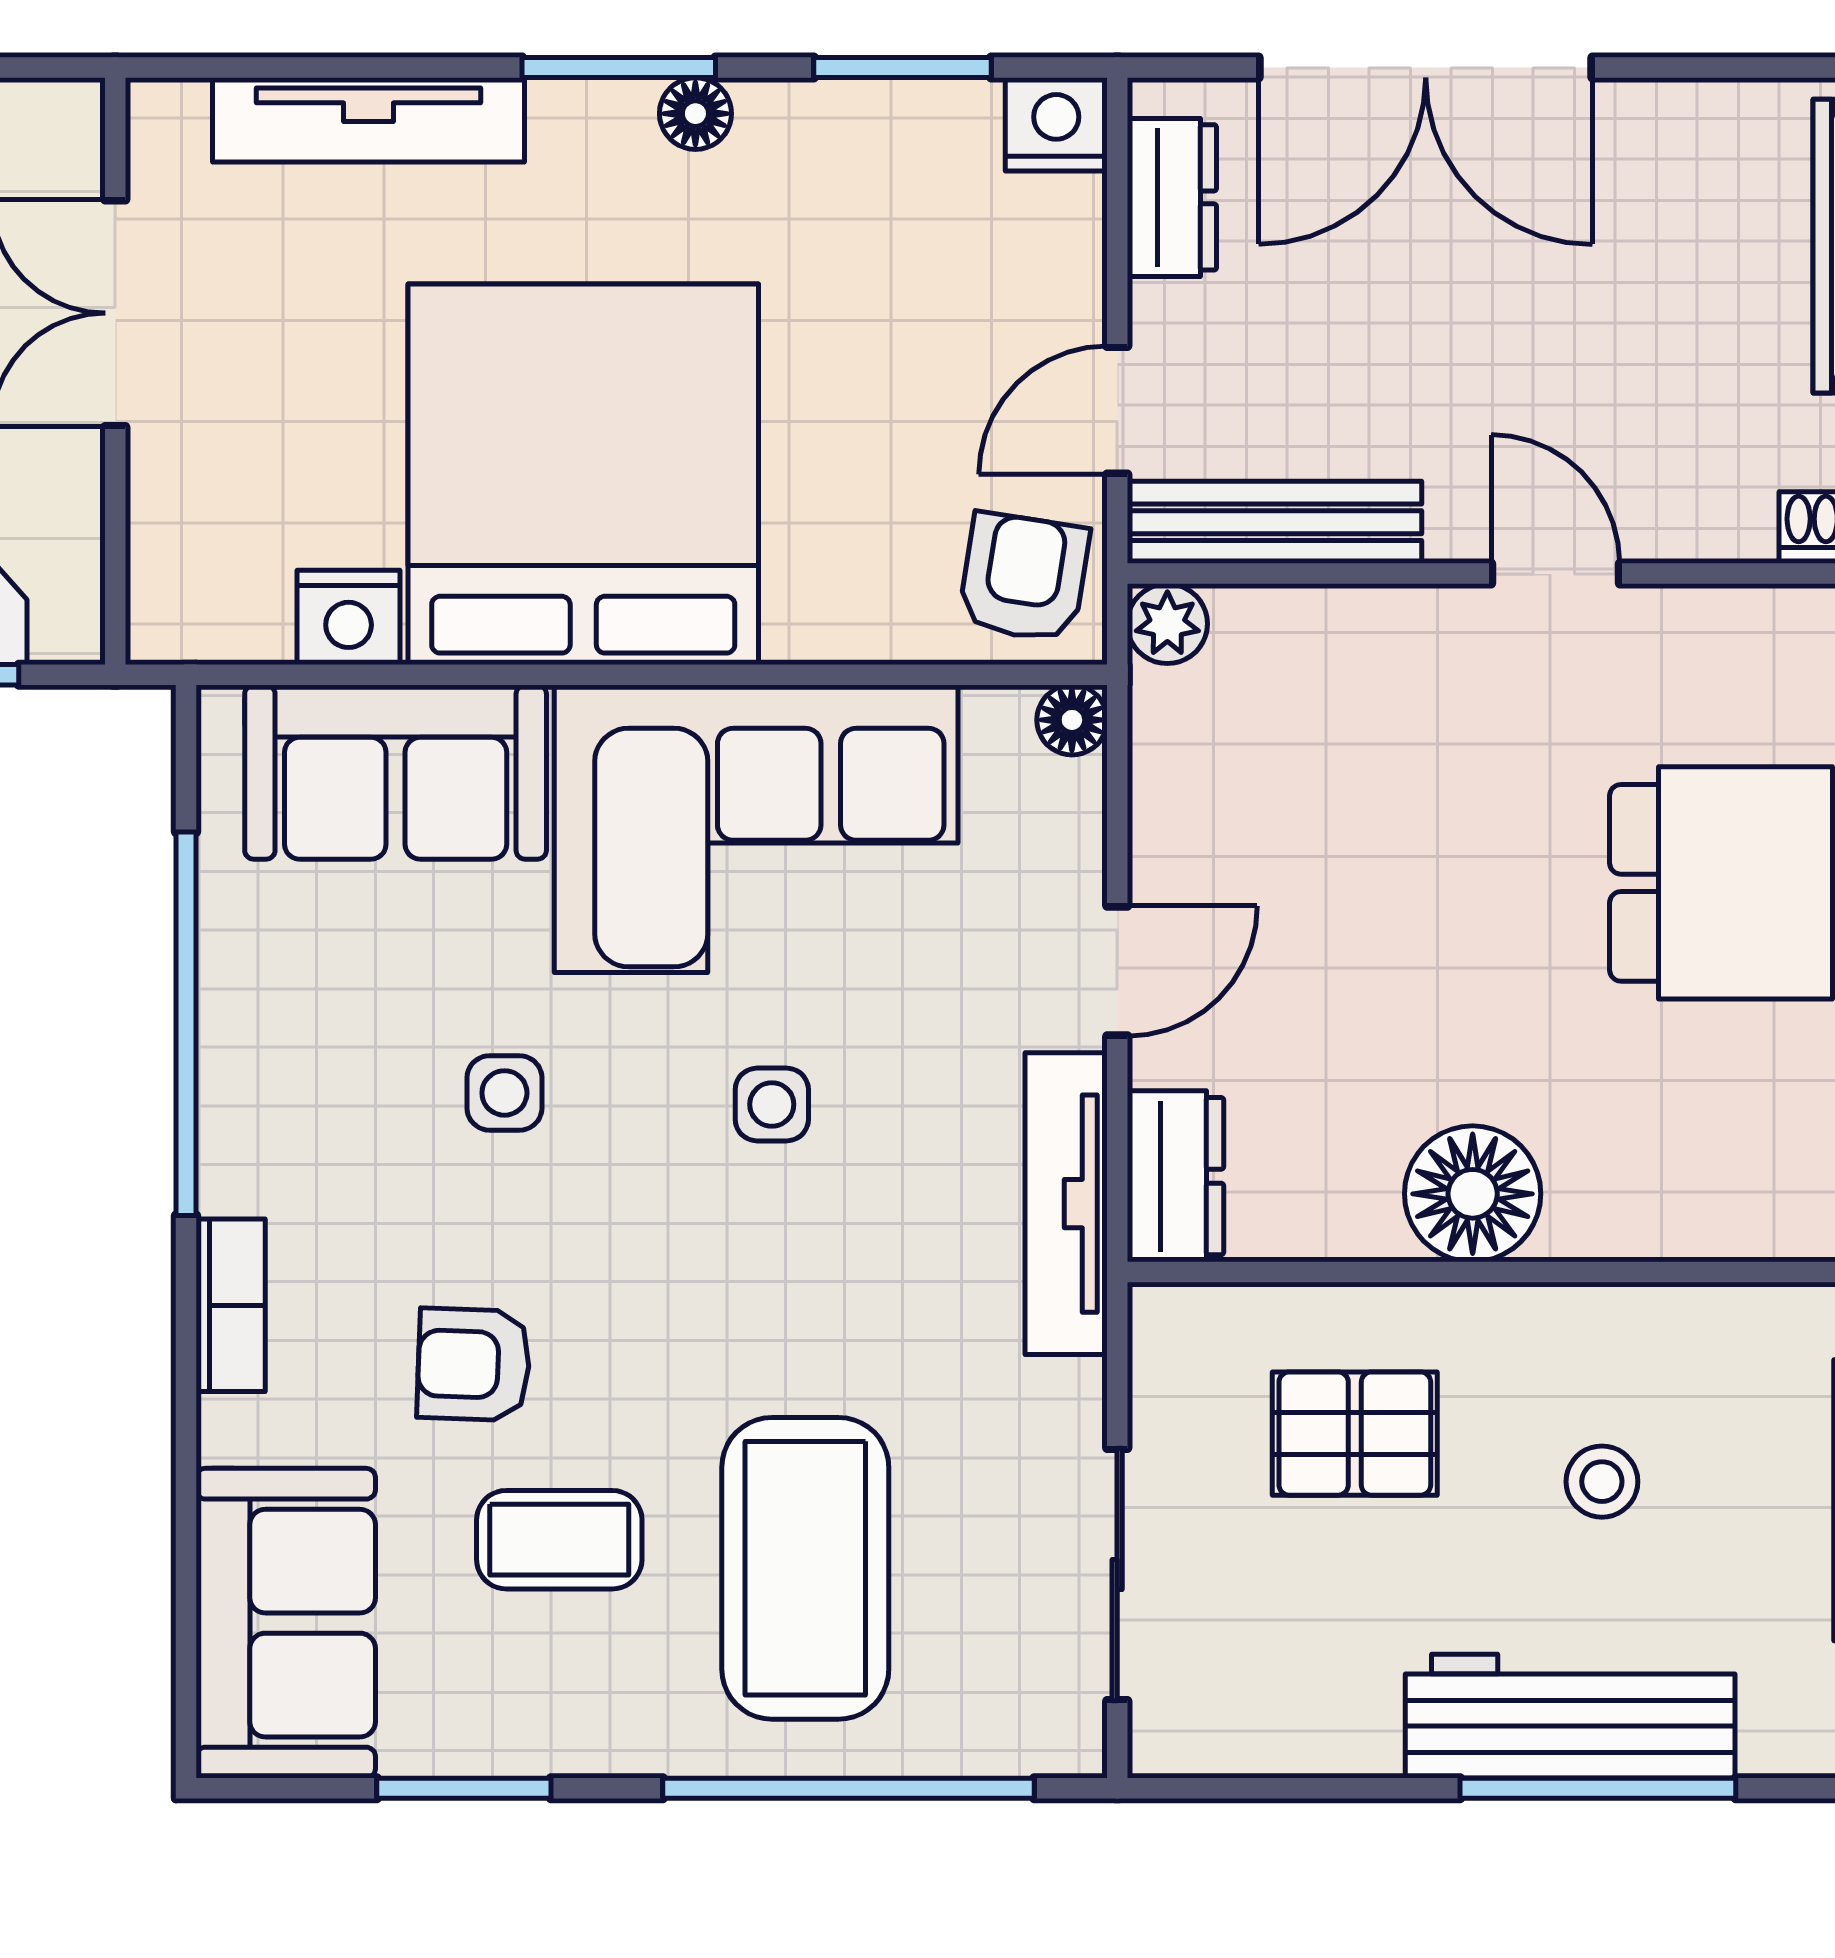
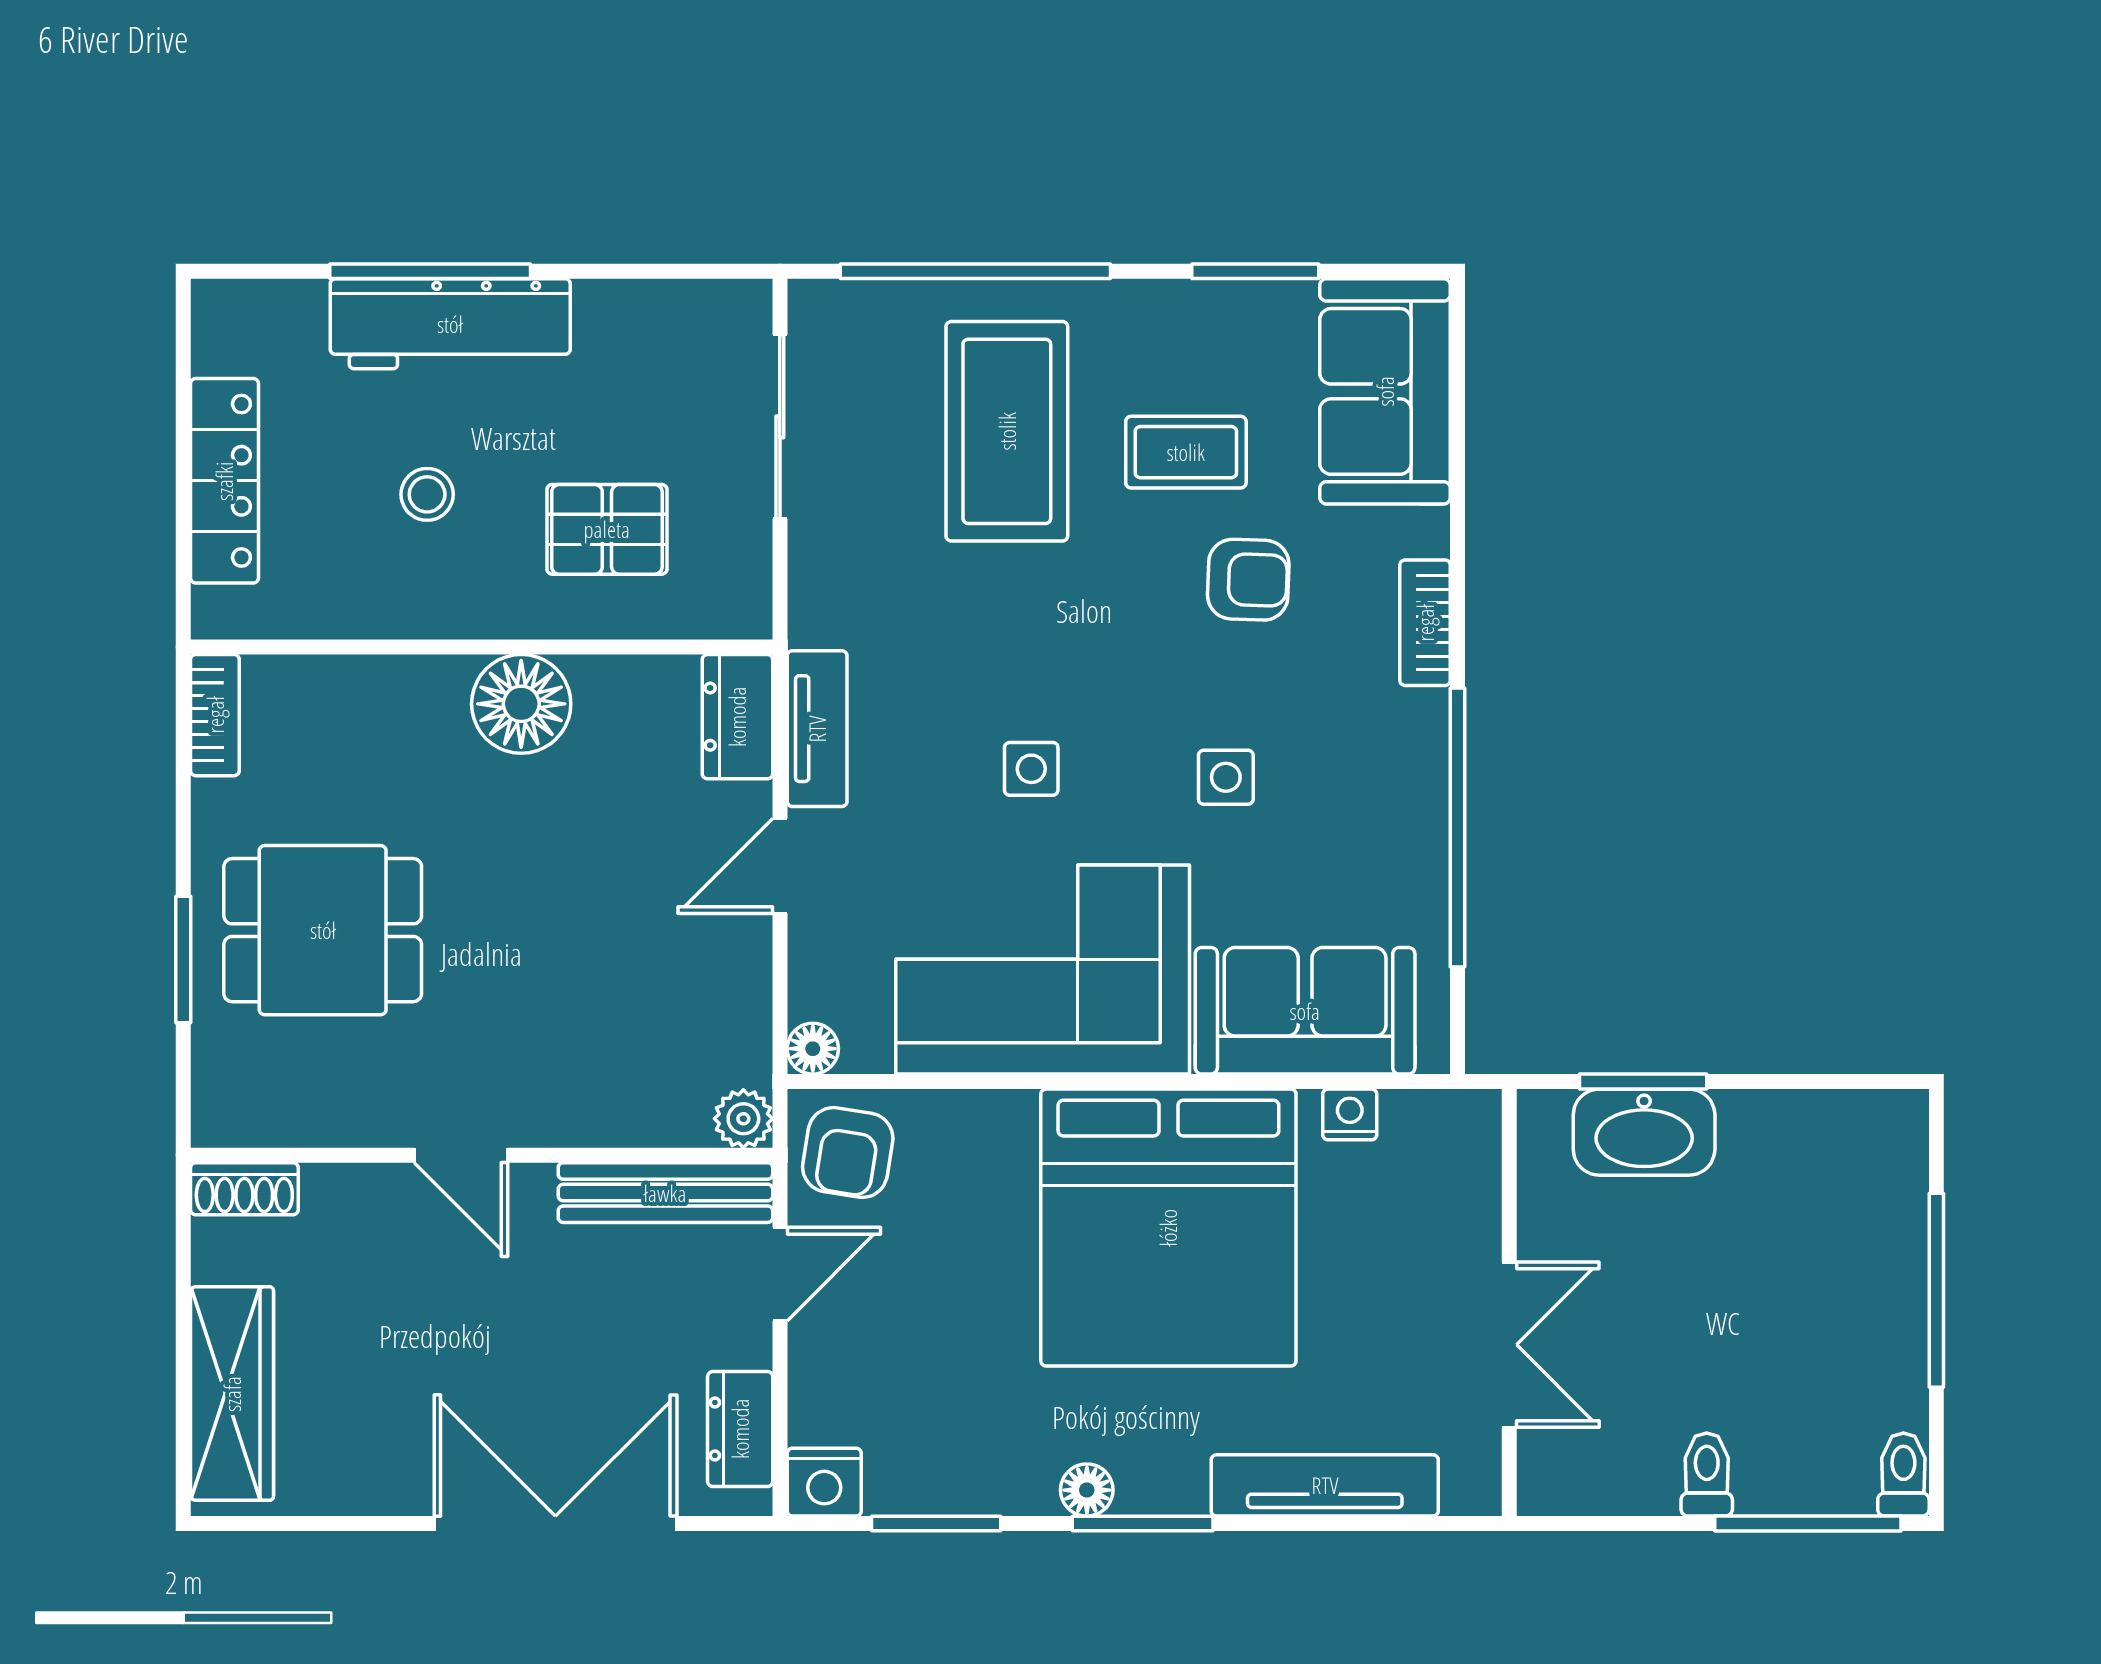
nightstand: (349, 617) -> (1350, 1114), width x0.72, depth x0.74
tv unit: (1066, 1204) -> (817, 729), width x0.71

